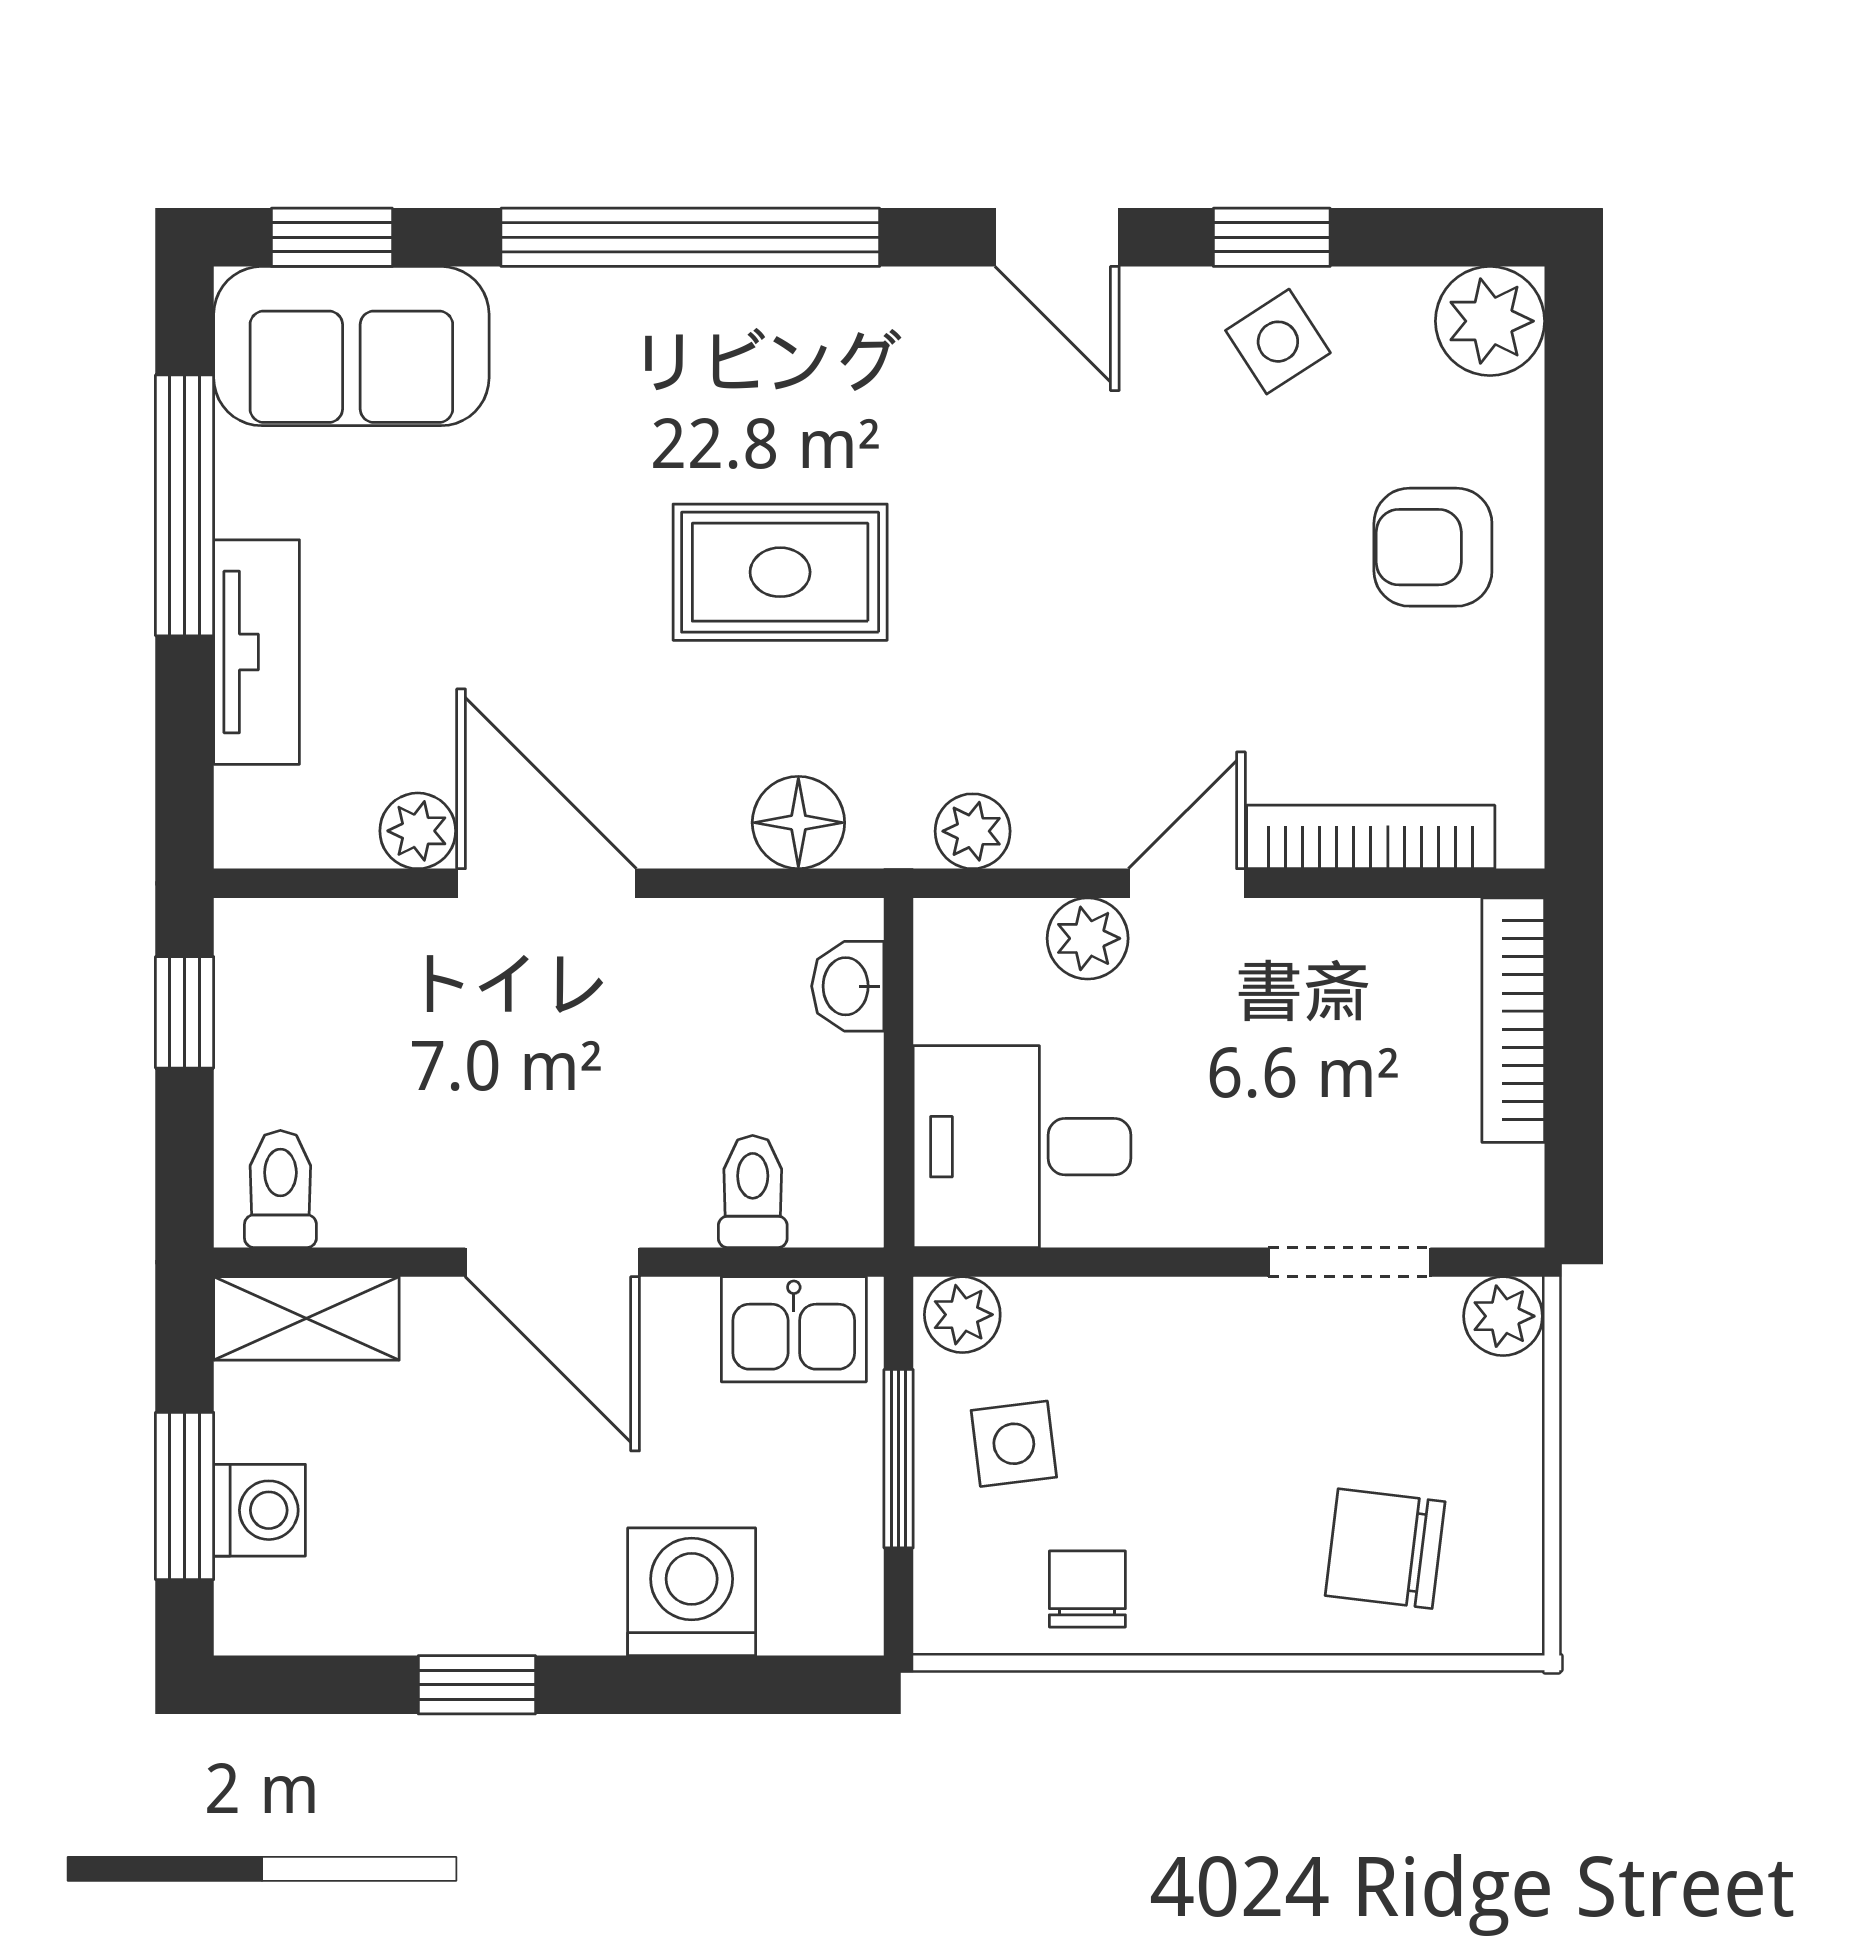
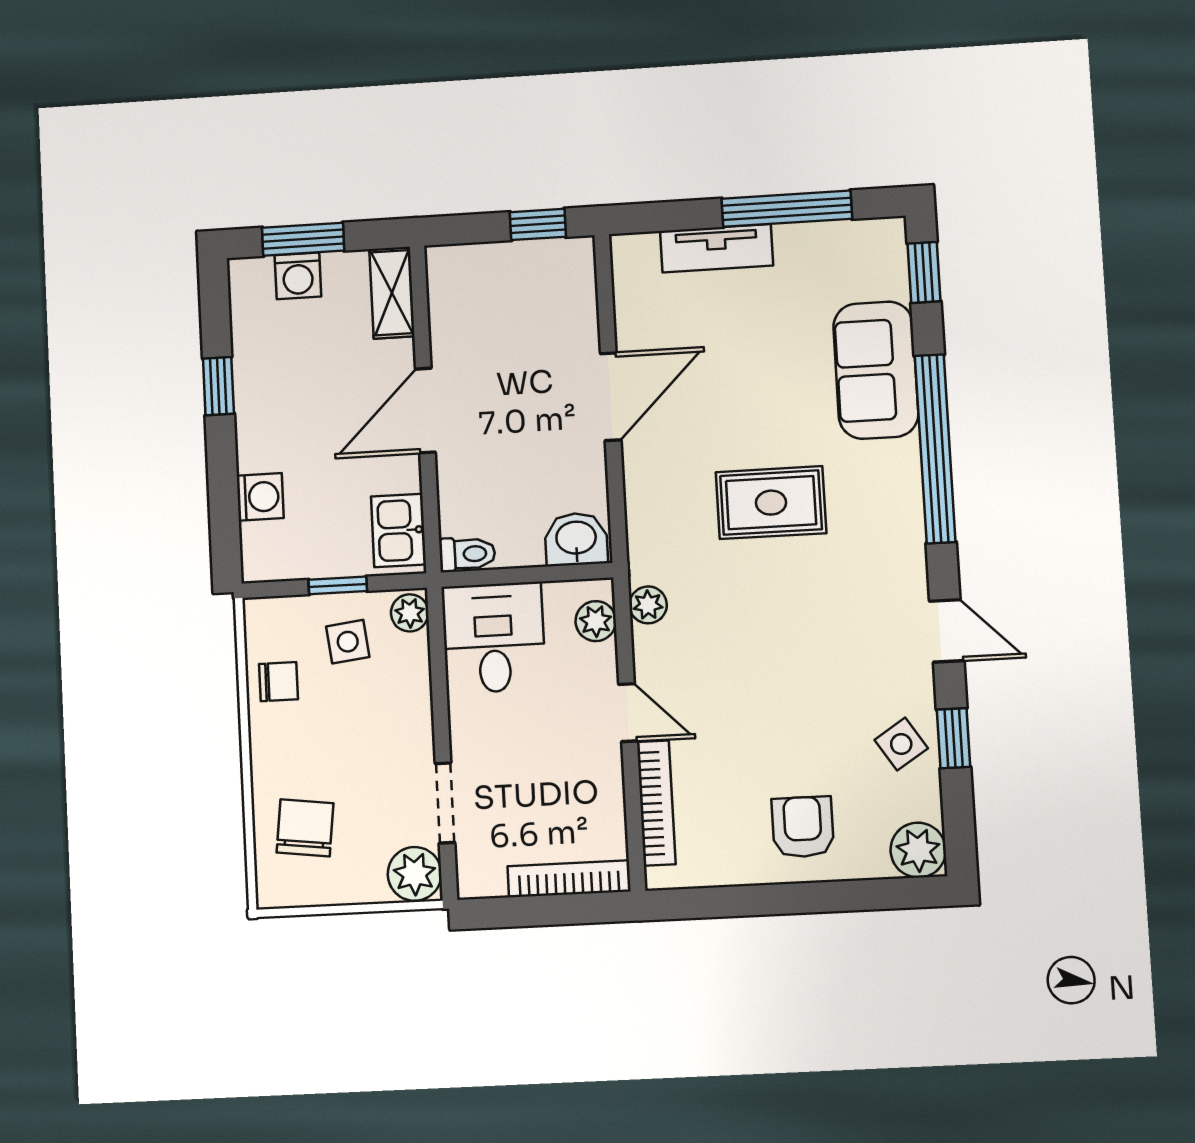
door: (1057, 237) -> (947, 631), swing flipped
sofa: (351, 346) -> (876, 370), moved
rug: (780, 572) -> (771, 503), turned 90
floor lamp: (798, 823) -> (648, 519), removed
plant: (418, 831) -> (633, 332), removed
plant: (1088, 938) -> (596, 621), moved
washbasin: (848, 986) -> (576, 539), width x1.38, depth x1.45
toilet: (280, 1189) -> (454, 276), removed
toilet: (753, 1192) -> (467, 554), moved
plant: (1503, 1316) -> (415, 874), width x1.38, depth x1.38
window: (899, 1459) -> (338, 585), width x0.67
washing machine: (692, 1592) -> (260, 497), width x0.73, depth x0.73

